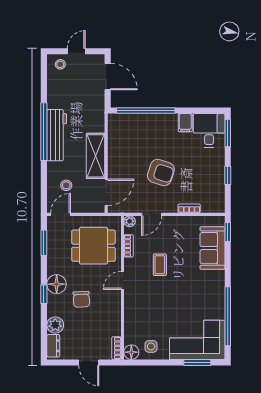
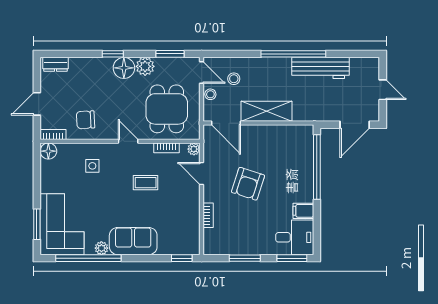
stool: (60, 64) -> (210, 94), moved
workbench: (57, 135) -> (320, 68), moved
window: (228, 175) -> (245, 258), width x1.50
sofa: (212, 248) -> (133, 241), moved
chair: (81, 299) -> (86, 120), moved
plant: (219, 304) -> (101, 248), added
plant: (55, 325) -> (145, 66), moved
side table: (151, 346) -> (92, 166), moved

